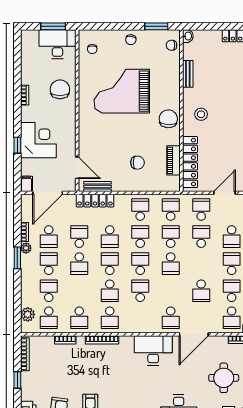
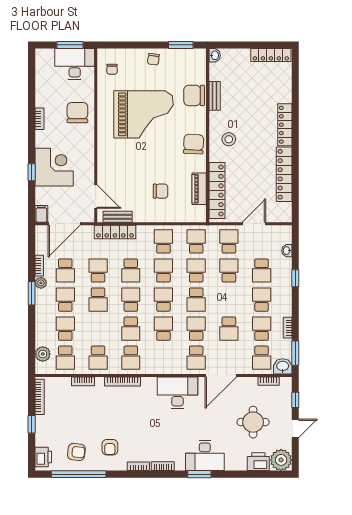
chair: (172, 45) -> (194, 95), moved, width x1.87, depth x1.87
grand piano: (122, 91) -> (144, 114), turned 180
school desk: (171, 291) -> (196, 329), added

